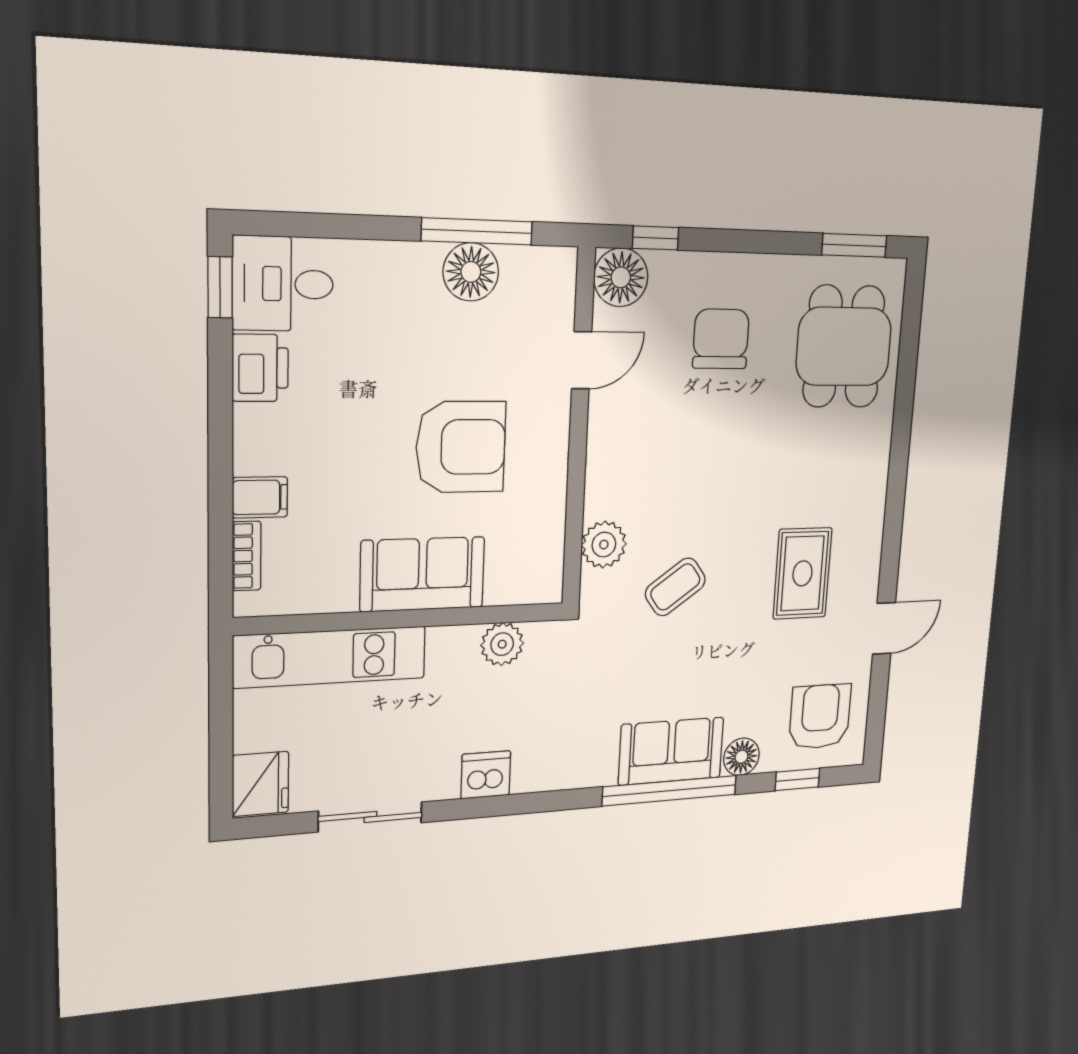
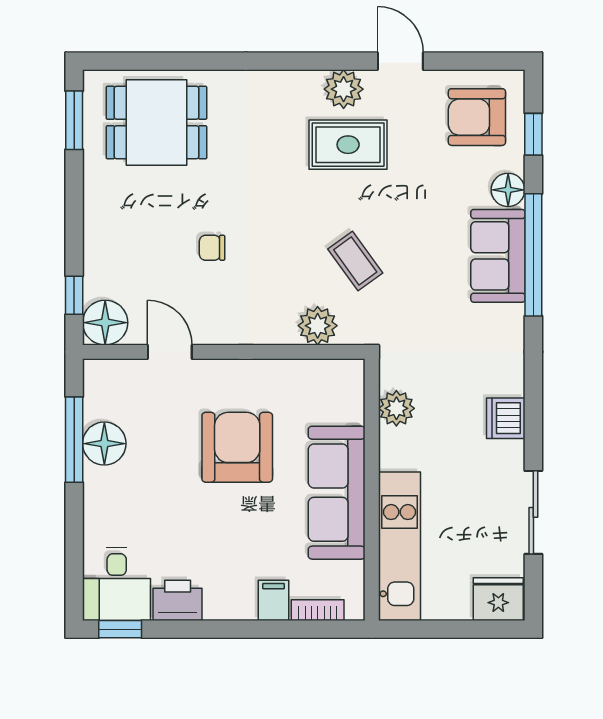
chair: (721, 339) -> (212, 248), moved, width x0.54, depth x0.54
plant: (861, 566) -> (344, 89), added
sofa: (422, 574) -> (337, 493), width x1.36

